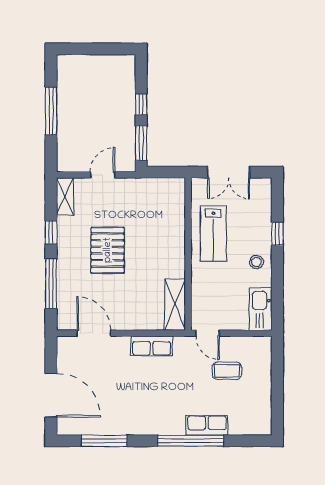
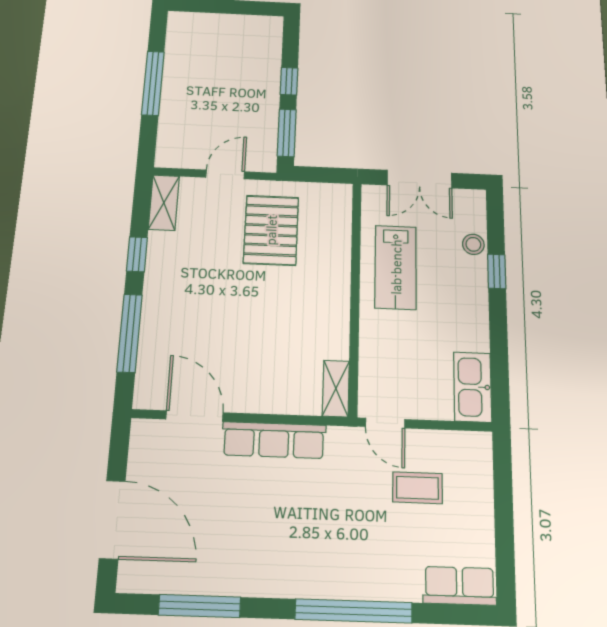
pallet: (108, 250) -> (271, 230), moved
stool: (256, 262) -> (473, 244), moved
shelving: (175, 305) -> (336, 388), width x0.67, depth x0.75
row of seats: (152, 346) -> (274, 440), width x1.48
row of seats: (207, 425) -> (460, 586), moved

